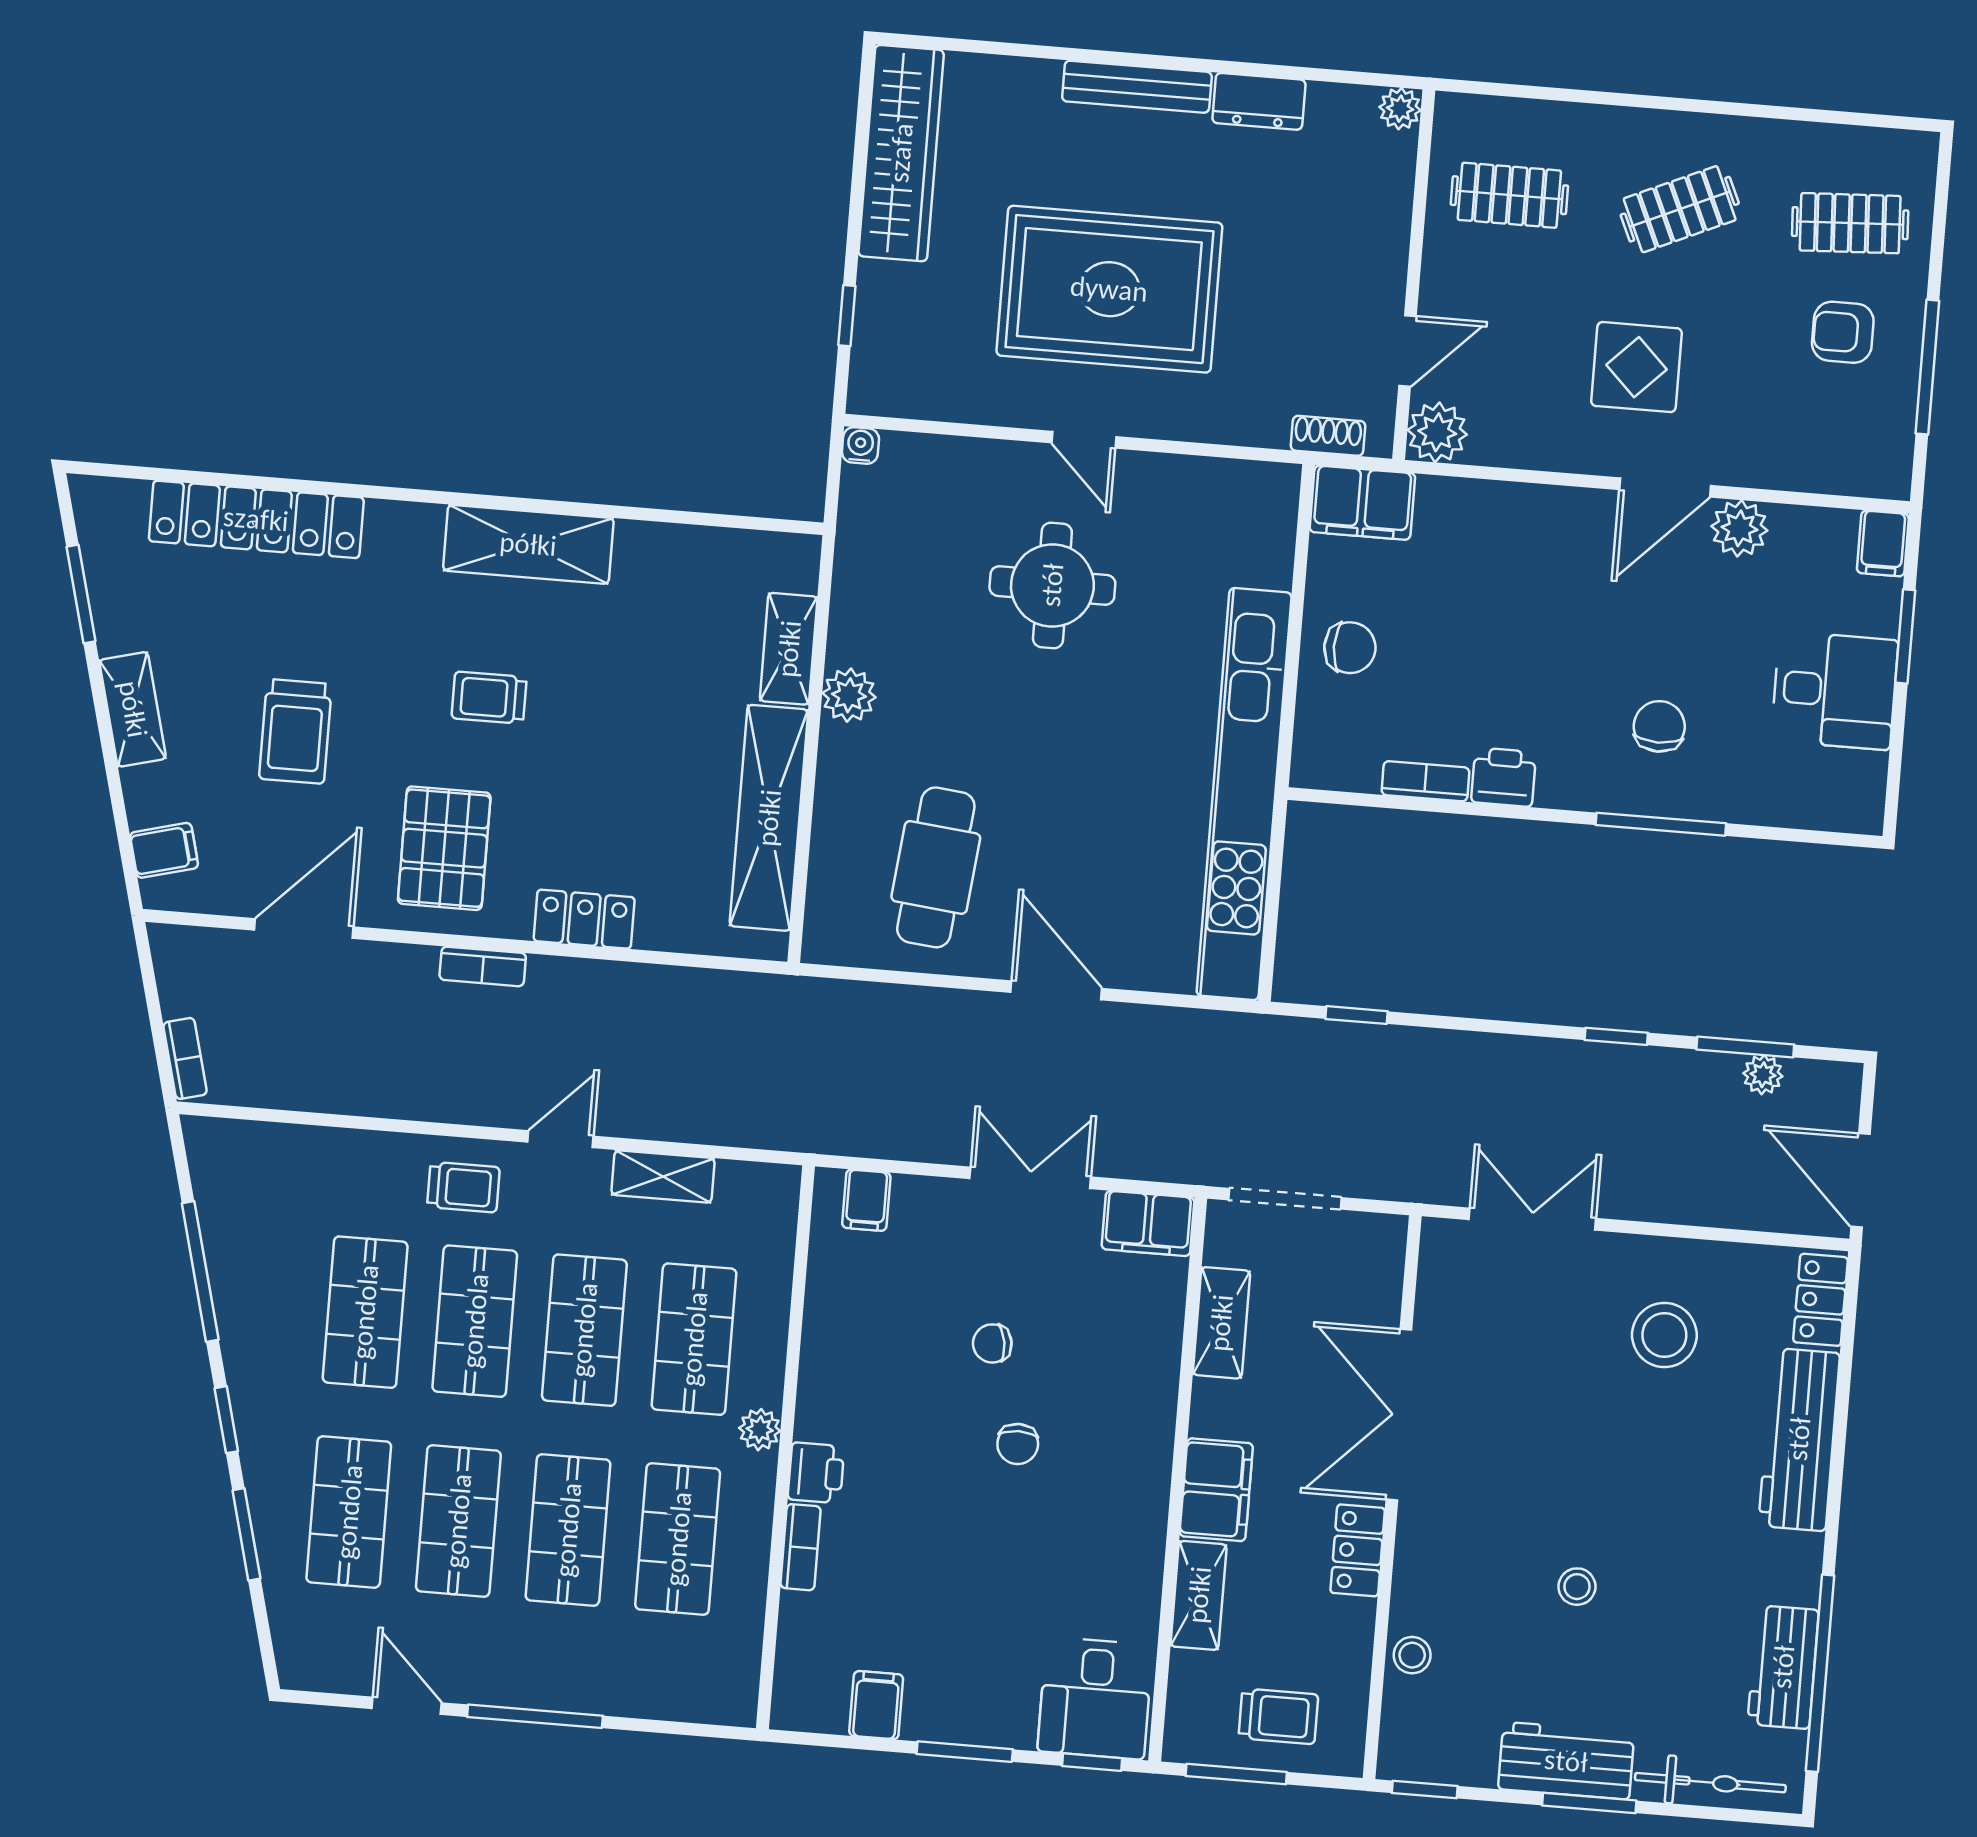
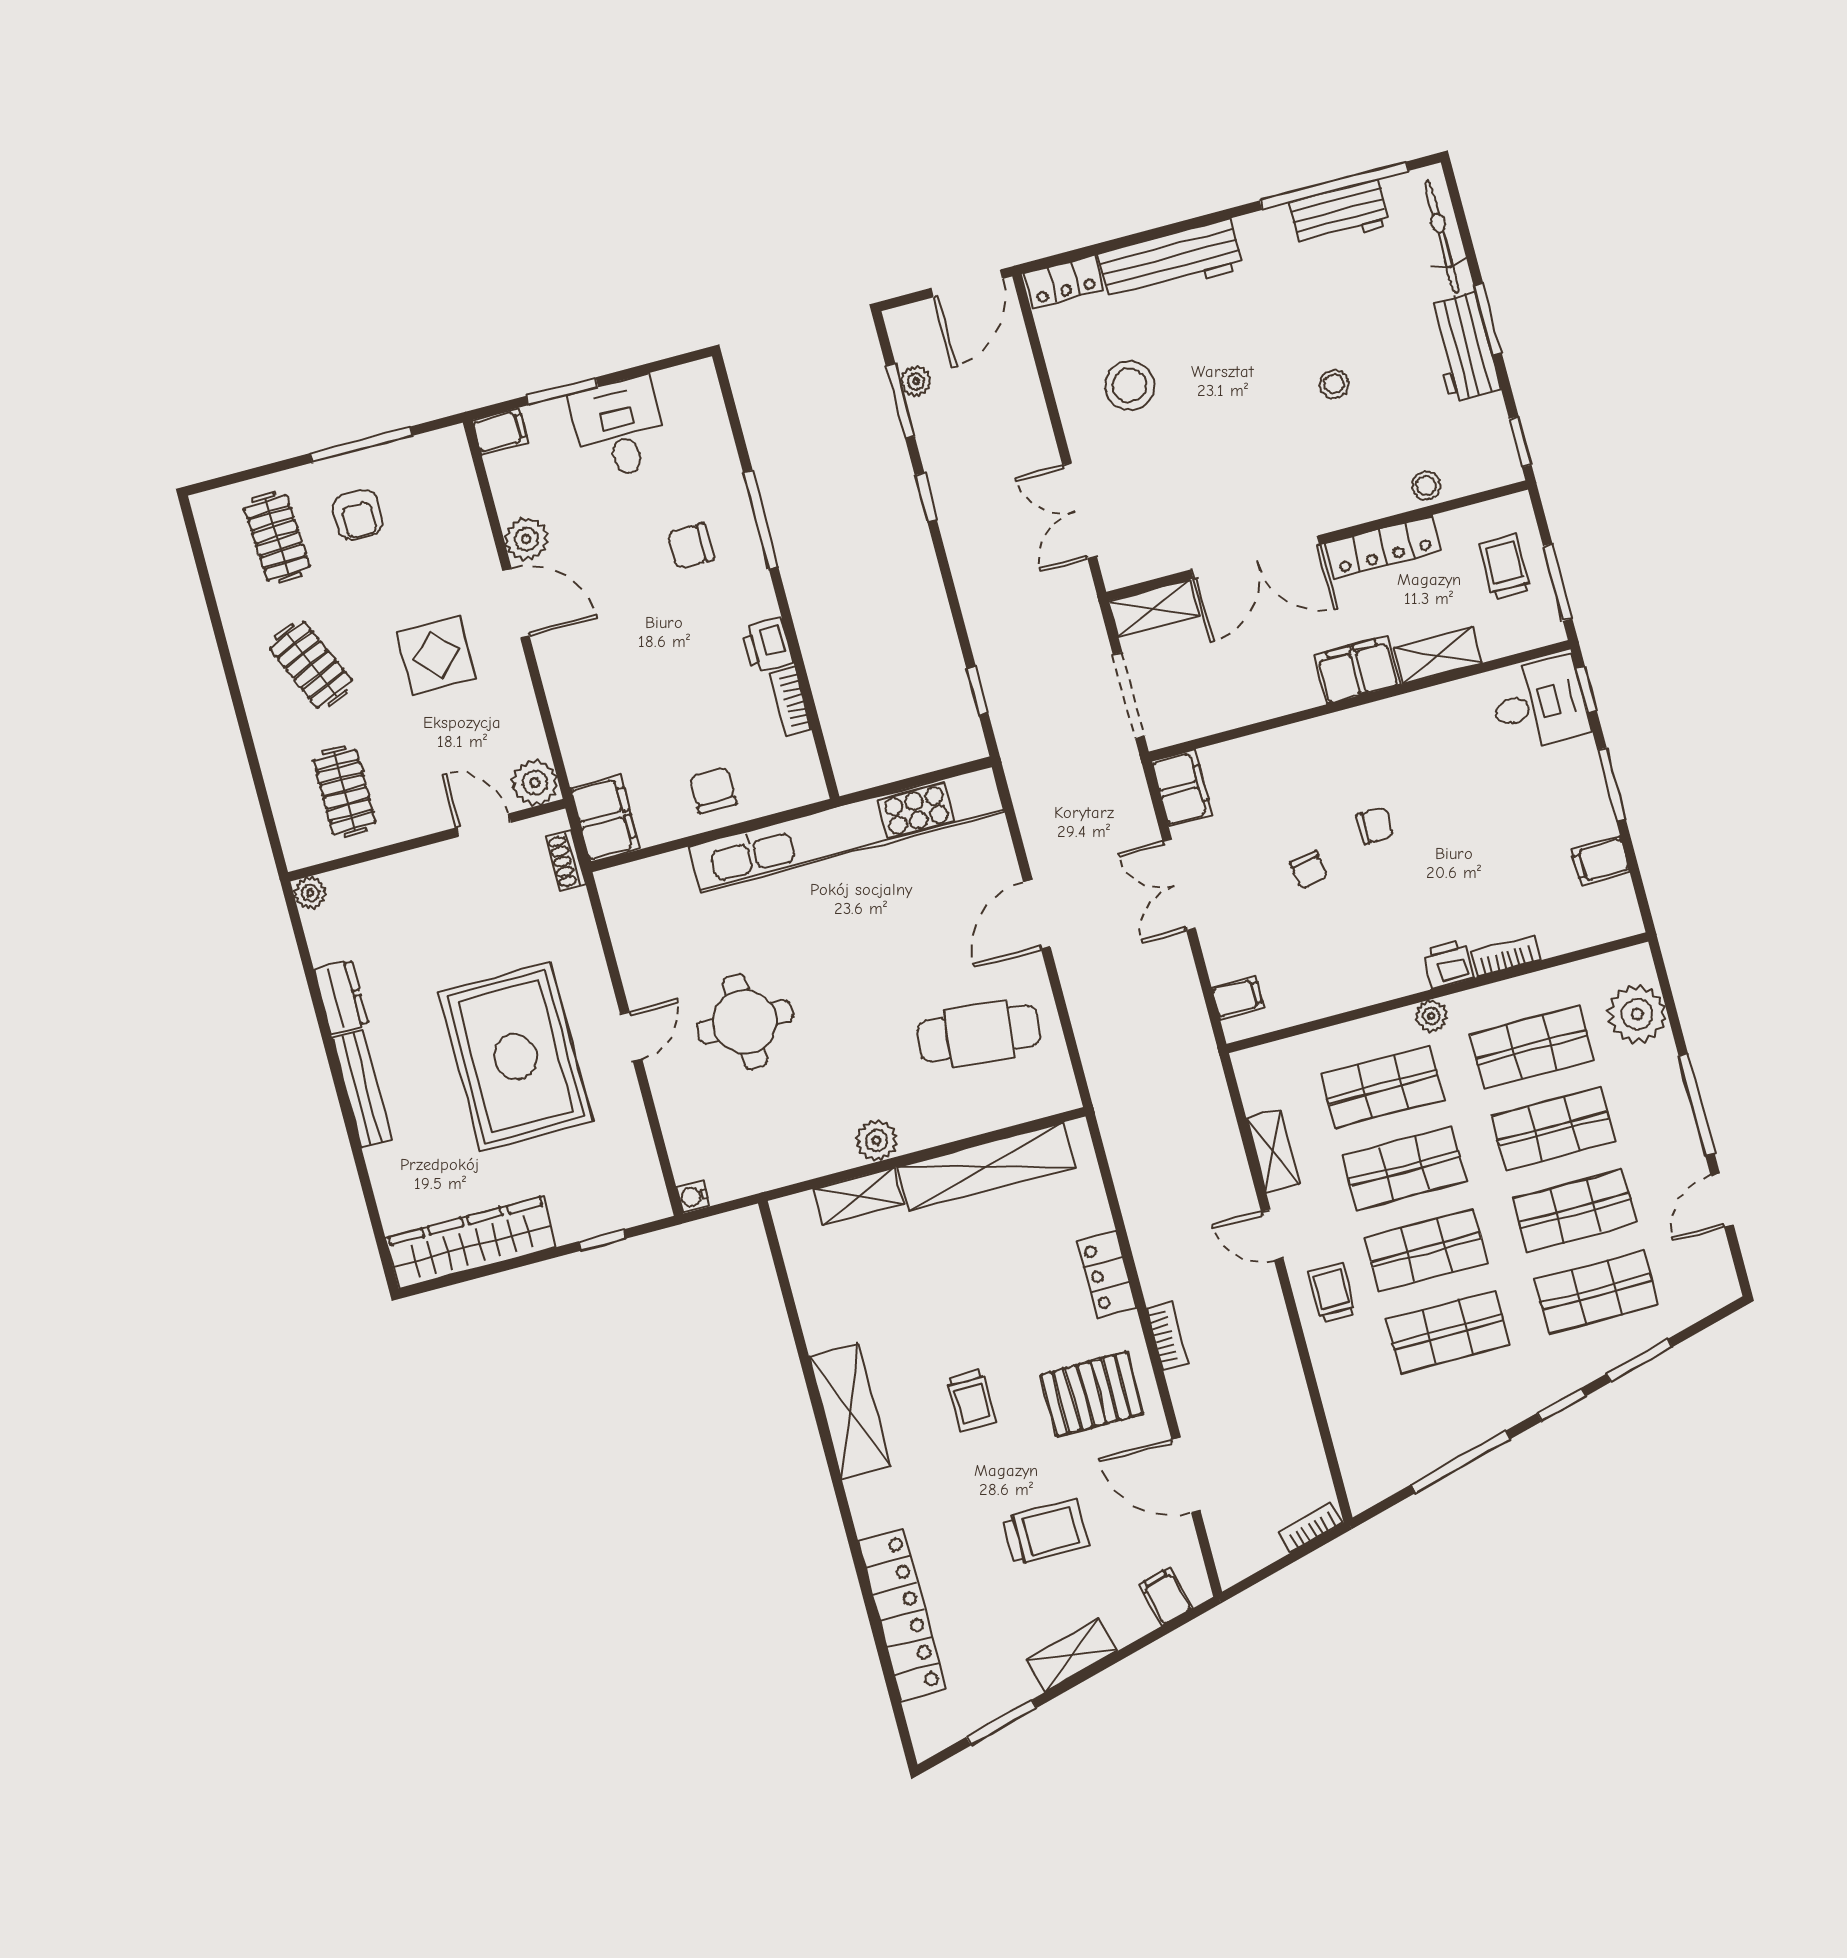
shelving: (1221, 1323) -> (1154, 609), moved
locker: (1358, 1550) -> (1383, 547), width x1.53
plant: (672, 1683) -> (1637, 1014), added

